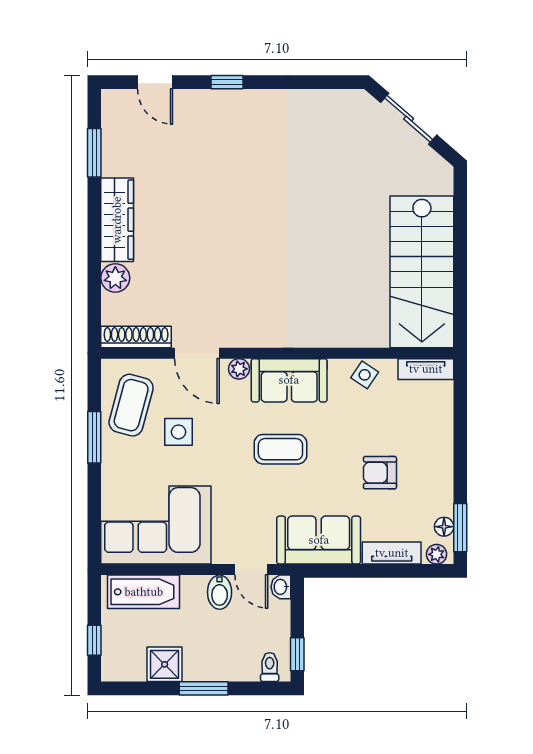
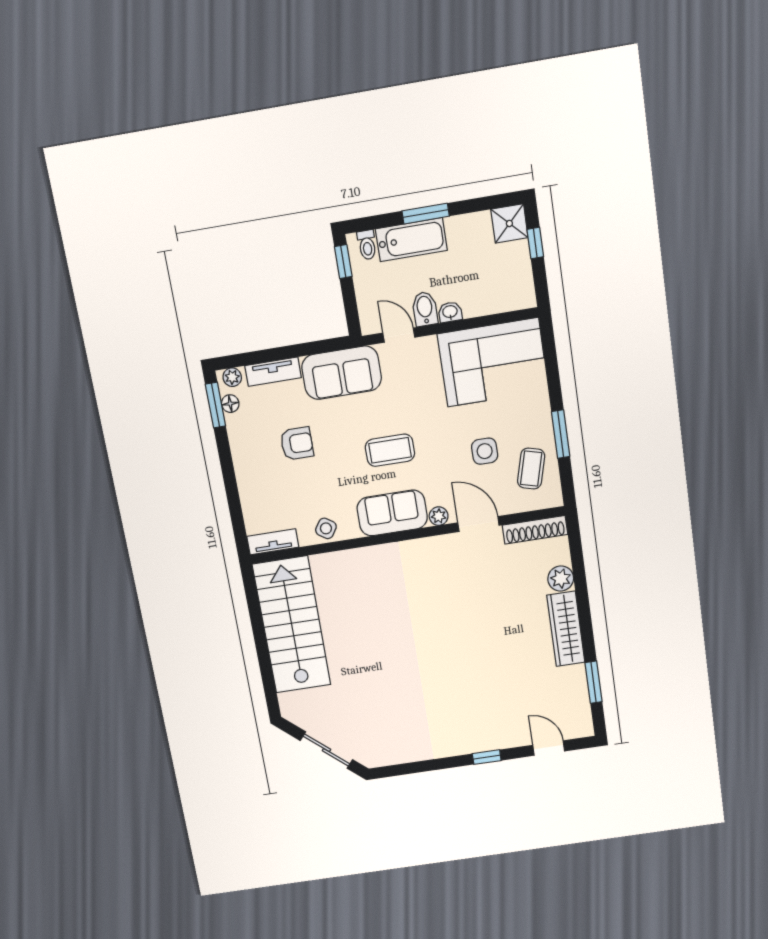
coffee table: (131, 405) -> (531, 469), width x0.73, depth x0.77
washbasin: (281, 587) -> (450, 312), moved, turned -90
bathtub: (144, 592) -> (411, 240), moved, turned 180
shower: (165, 664) -> (509, 223), moved

